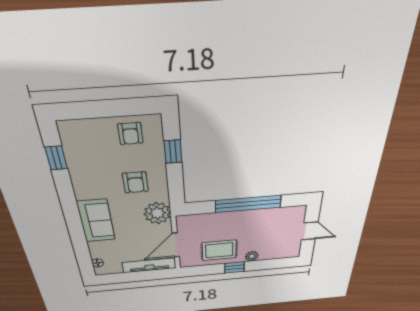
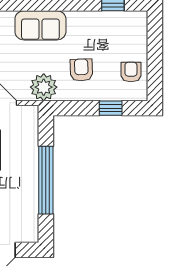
armchair: (130, 134) -> (131, 72), turned 90
armchair: (135, 182) -> (81, 70), turned 88

